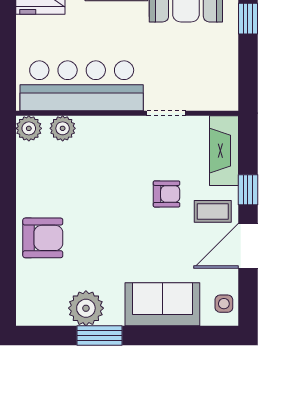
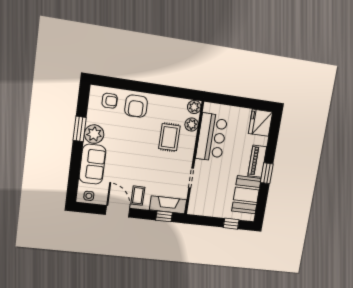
bar counter: (82, 86) -> (212, 137), width x0.73
rug: (92, 167) -> (169, 137), added
window: (248, 190) -> (164, 216), moved
armchair: (167, 194) -> (110, 101), moved, turned -90
plant: (86, 308) -> (94, 134), moved

